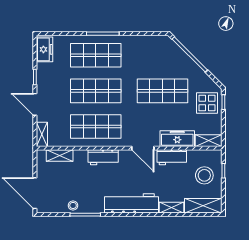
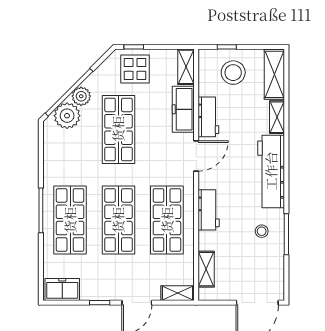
plant: (173, 53) -> (67, 116), added
plant: (187, 63) -> (81, 96), added
stool: (73, 205) -> (262, 231), moved

